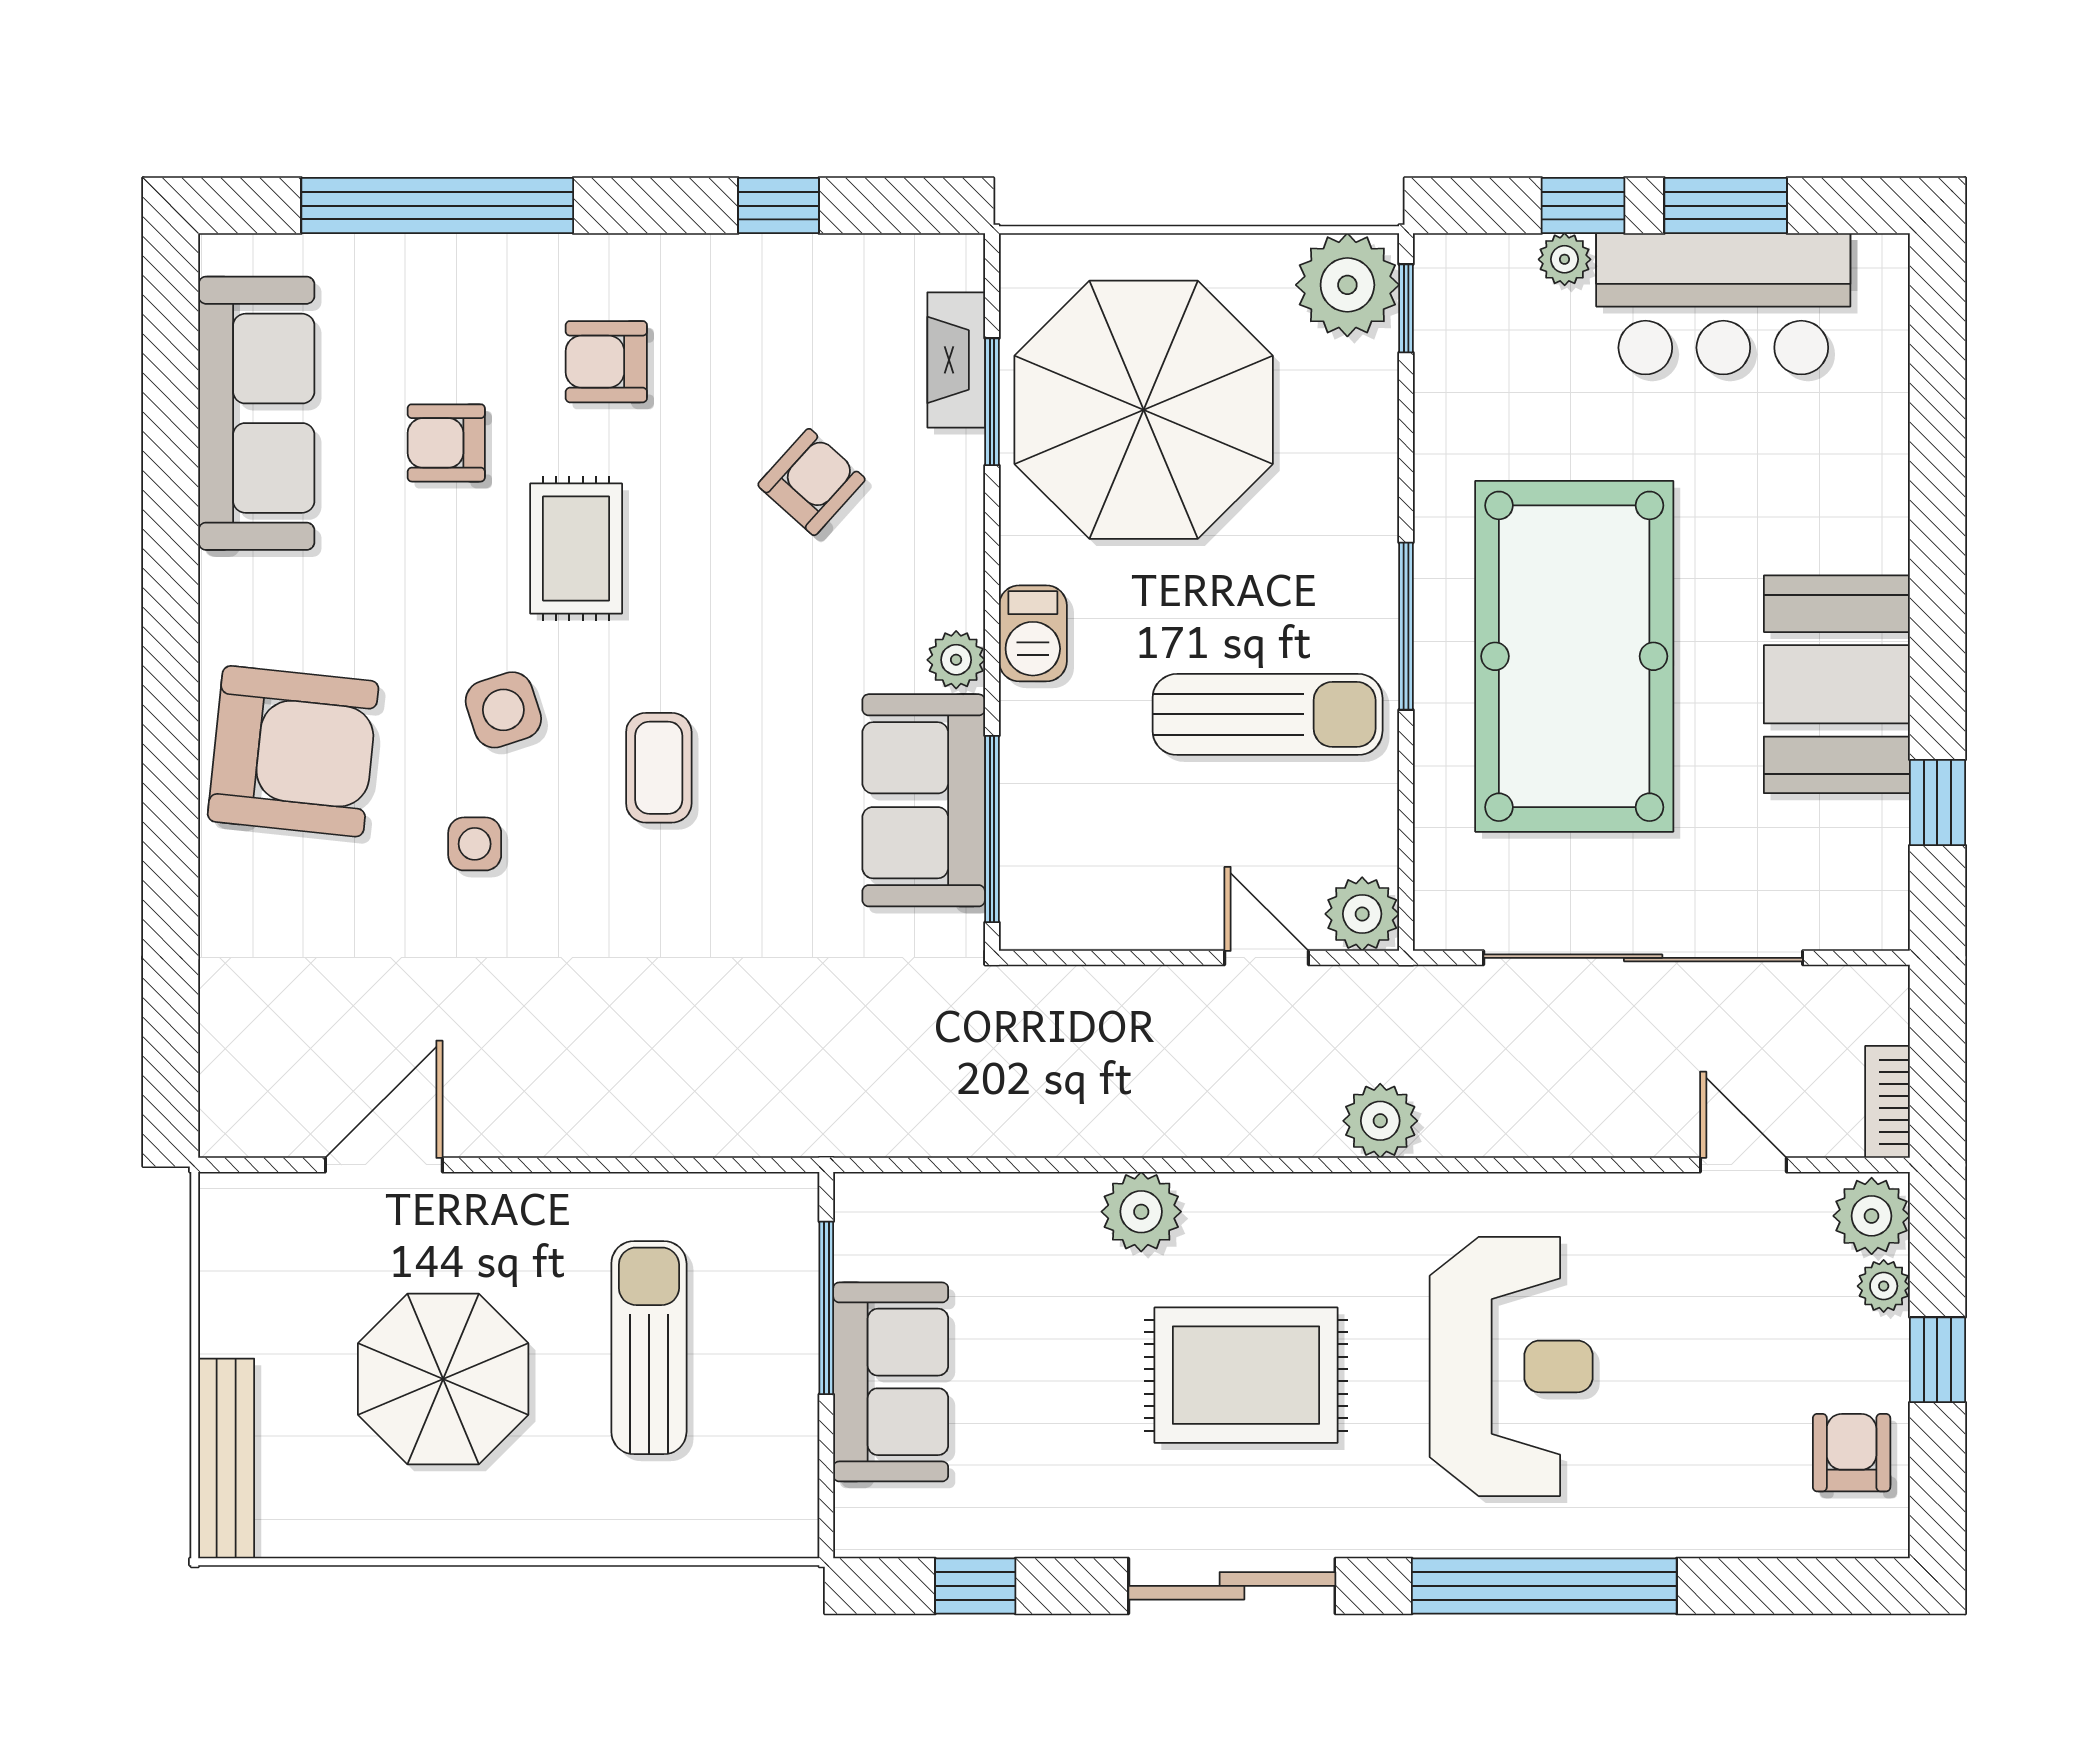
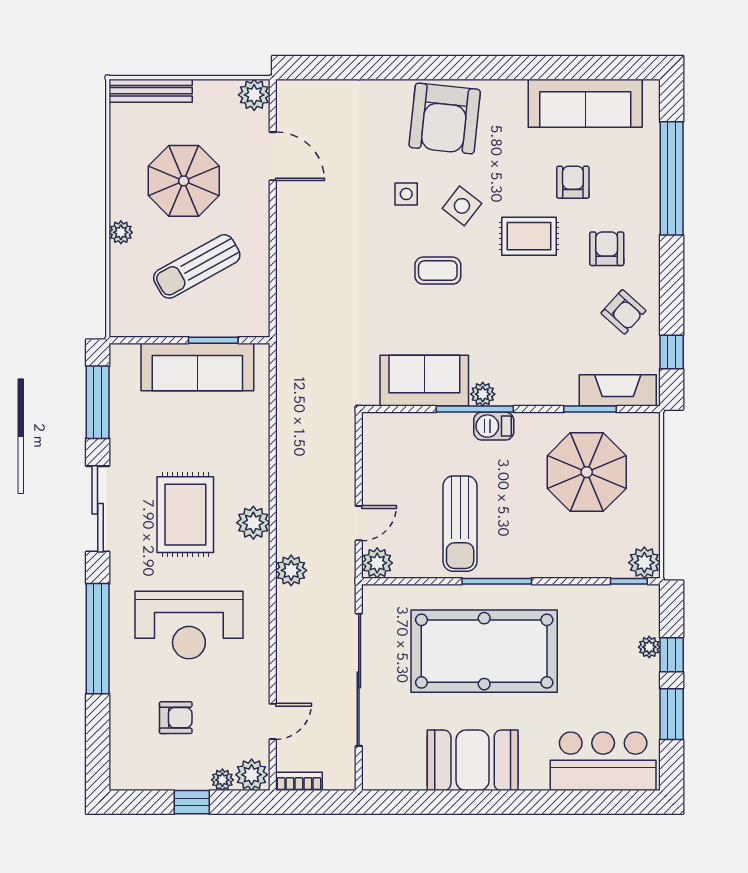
window: (778, 206) -> (672, 352), moved
plant: (1347, 285) -> (644, 563), width x0.73, depth x0.73
bar counter: (1723, 304) -> (603, 761), moved, turned 90
fireplace: (956, 360) -> (618, 390), width x1.37, depth x1.32
parasol: (1144, 410) -> (587, 472), width x0.73, depth x0.73
armchair: (811, 482) -> (623, 312), moved
side table: (503, 710) -> (462, 206), turned -34
window: (1937, 803) -> (423, 802), removed
window: (992, 829) -> (475, 409), moved
plant: (236, 1210) -> (254, 95), added
plant: (1141, 1212) -> (253, 523), moved
window: (826, 1308) -> (213, 340), width x0.69
sun lounger: (649, 1348) -> (197, 266), turned 151
sofa: (891, 1382) -> (197, 367), width x1.36
armchair: (1852, 1453) -> (176, 718), moved
plant: (567, 1530) -> (121, 232), added
window: (975, 1586) -> (98, 402), width x2.17

